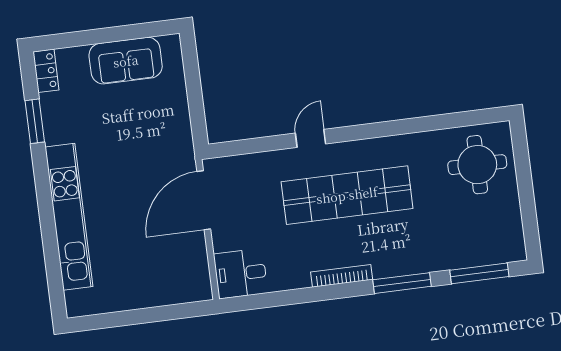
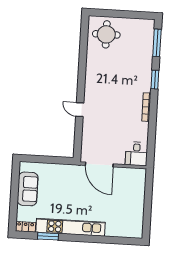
shop shelf: (347, 195) -> (109, 98), removed
kitchen unit: (69, 217) -> (70, 227), moved
window: (402, 283) -> (155, 80), width x0.69

